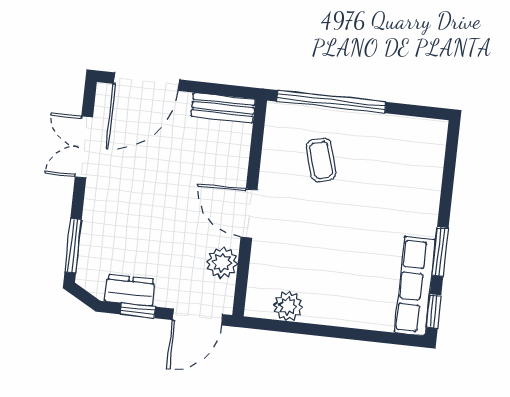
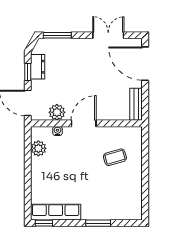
window: (331, 102) -> (145, 159), removed
window: (440, 252) -> (98, 223), moved
water cooler: (258, 265) -> (57, 131), added

